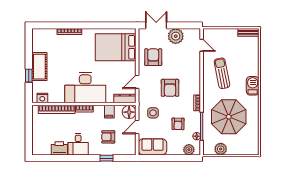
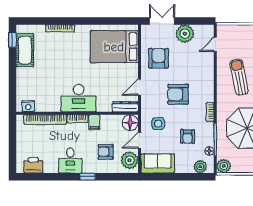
door: (202, 45) -> (215, 44), swing flipped
cot: (39, 67) -> (25, 50), moved
window: (29, 76) -> (12, 40), moved
desk: (85, 88) -> (79, 98), width x0.73, depth x0.77
armchair: (170, 88) -> (178, 94), turned 90
filing cabinet: (109, 112) -> (94, 122), moved
plant: (129, 144) -> (130, 160), added
printer: (59, 148) -> (33, 165), moved
plant: (221, 149) -> (224, 166), moved
window: (107, 158) -> (88, 177), moved

